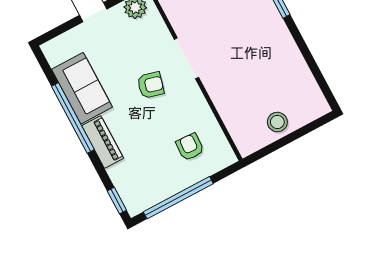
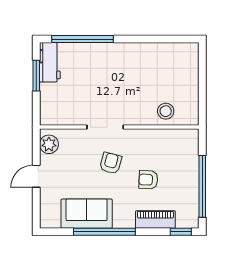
stool: (277, 122) -> (166, 111), moved
piano: (103, 142) -> (155, 219), moved
armchair: (190, 147) -> (148, 180), moved

